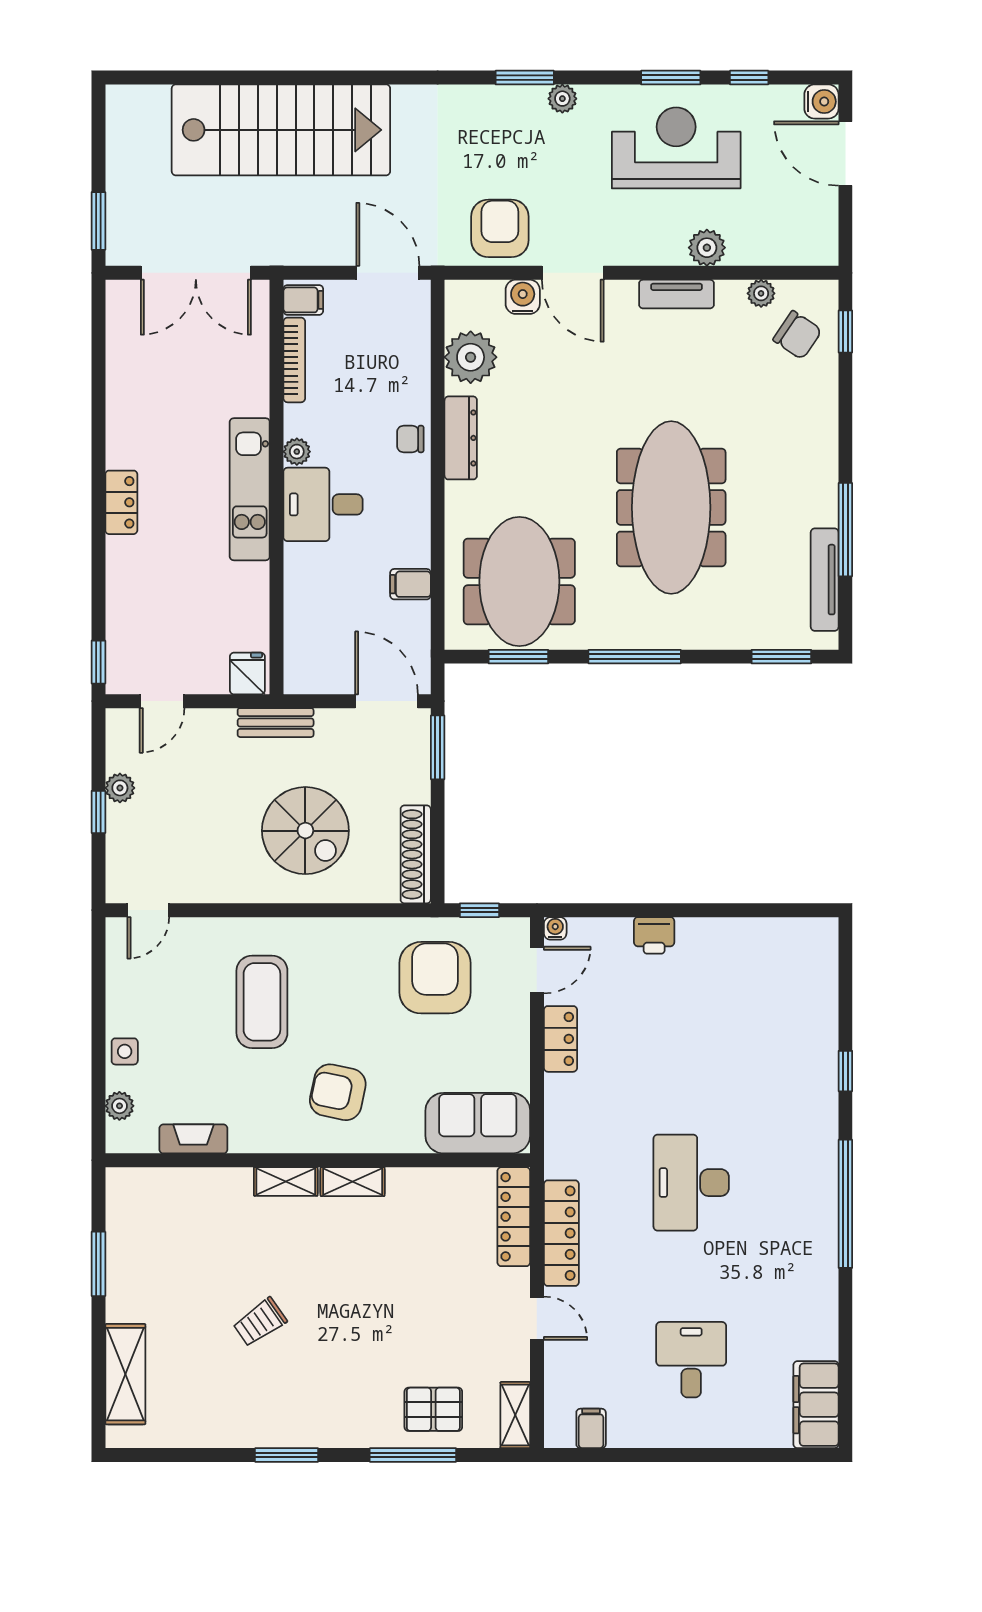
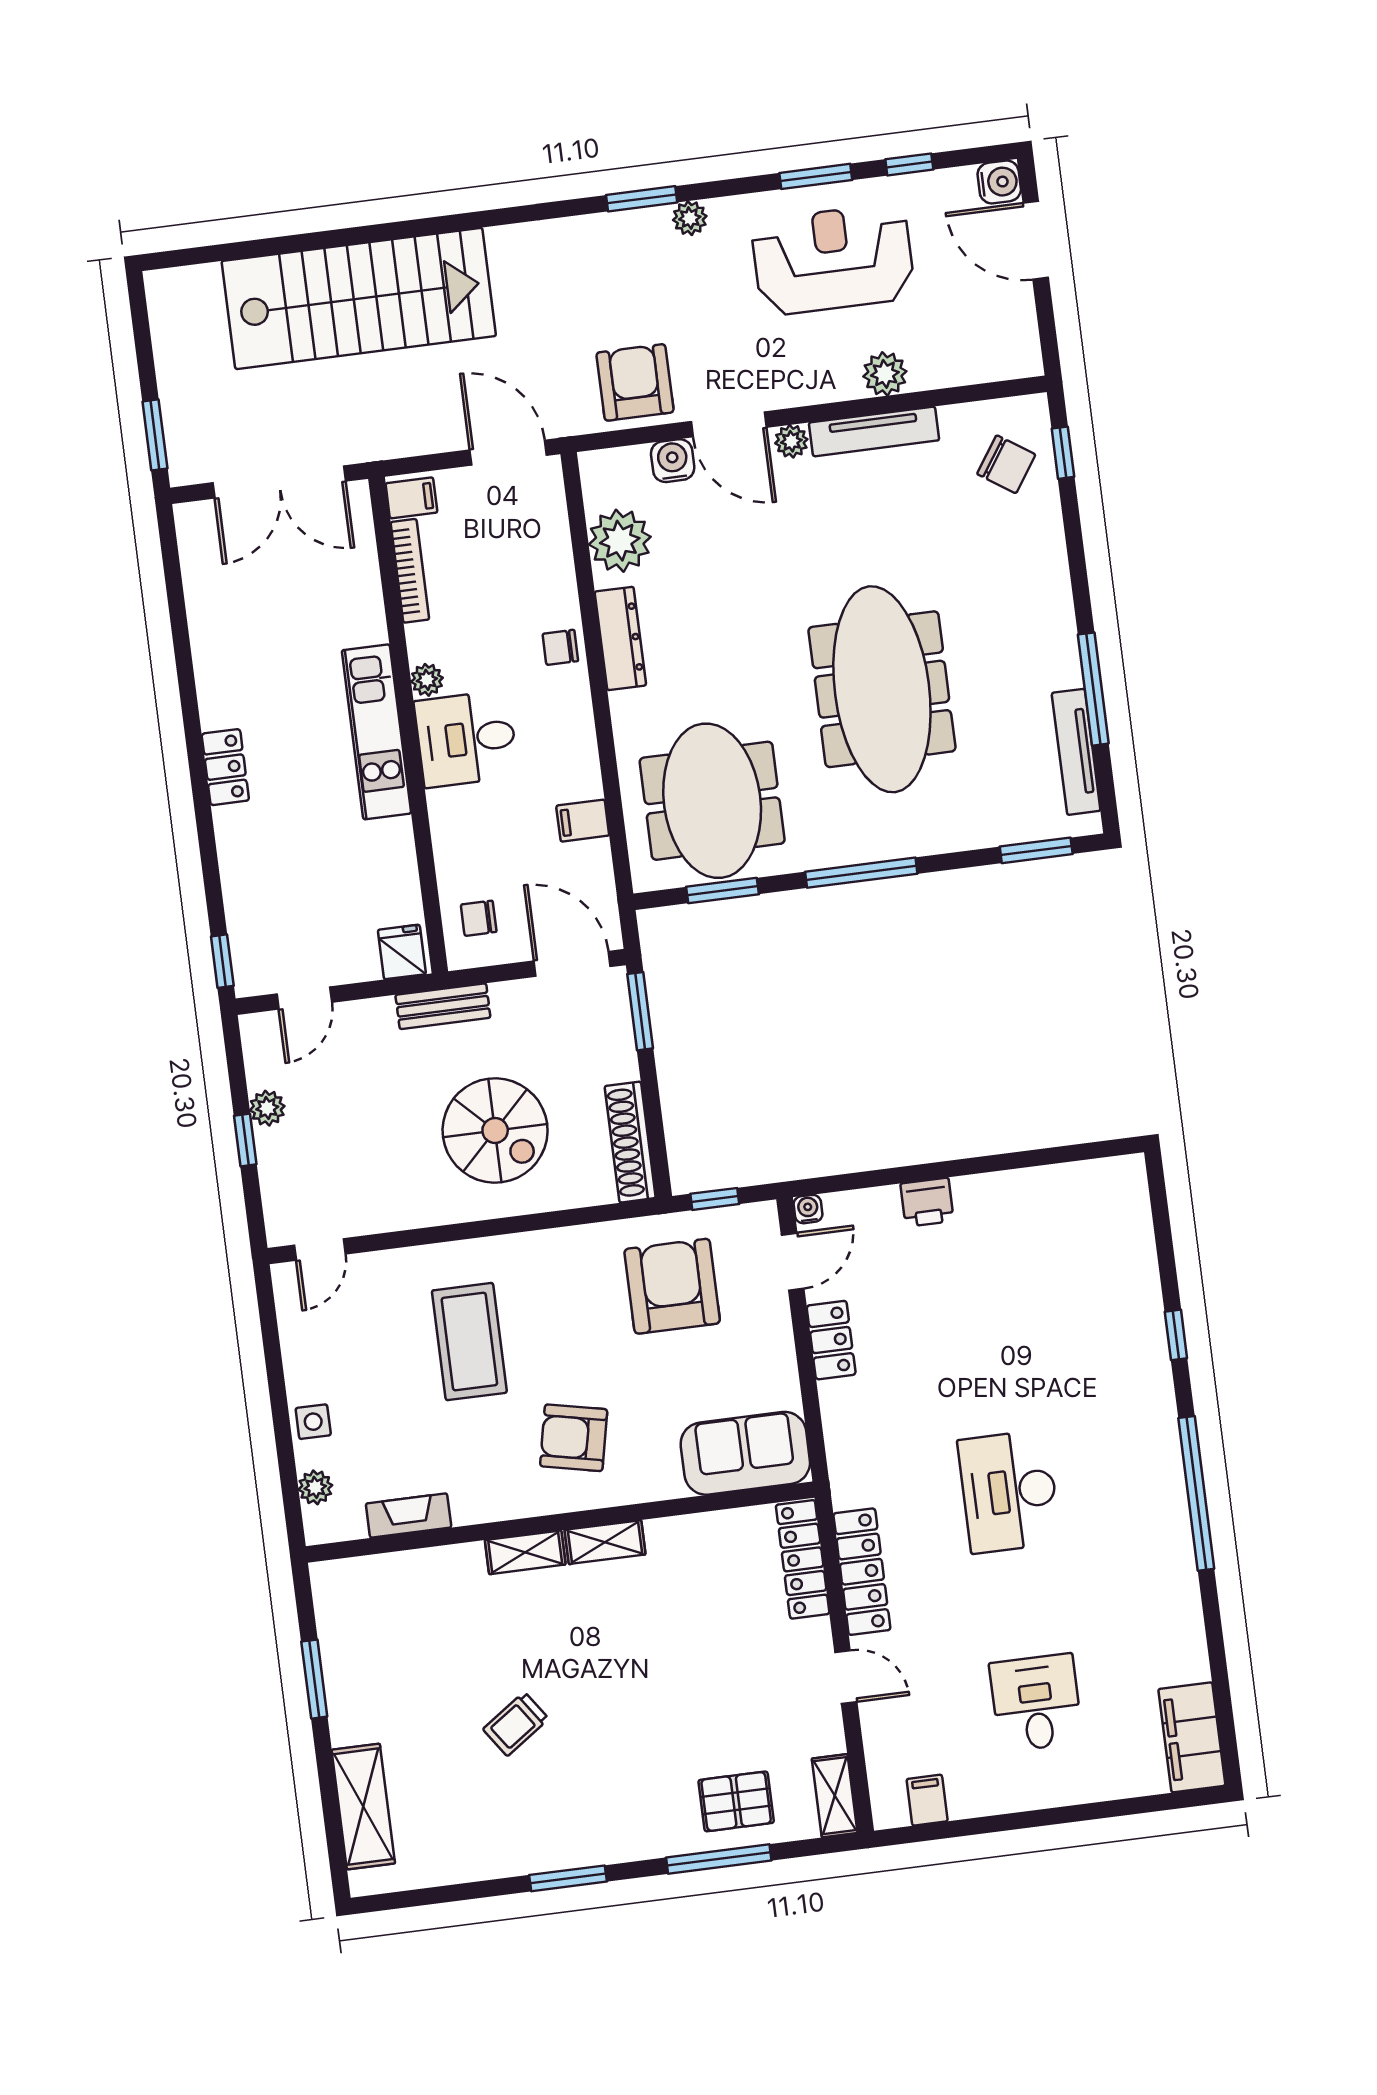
plant: (761, 293) -> (791, 441), moved
tv unit: (676, 294) -> (874, 431), width x1.41
chair: (314, 654) -> (479, 918), added

